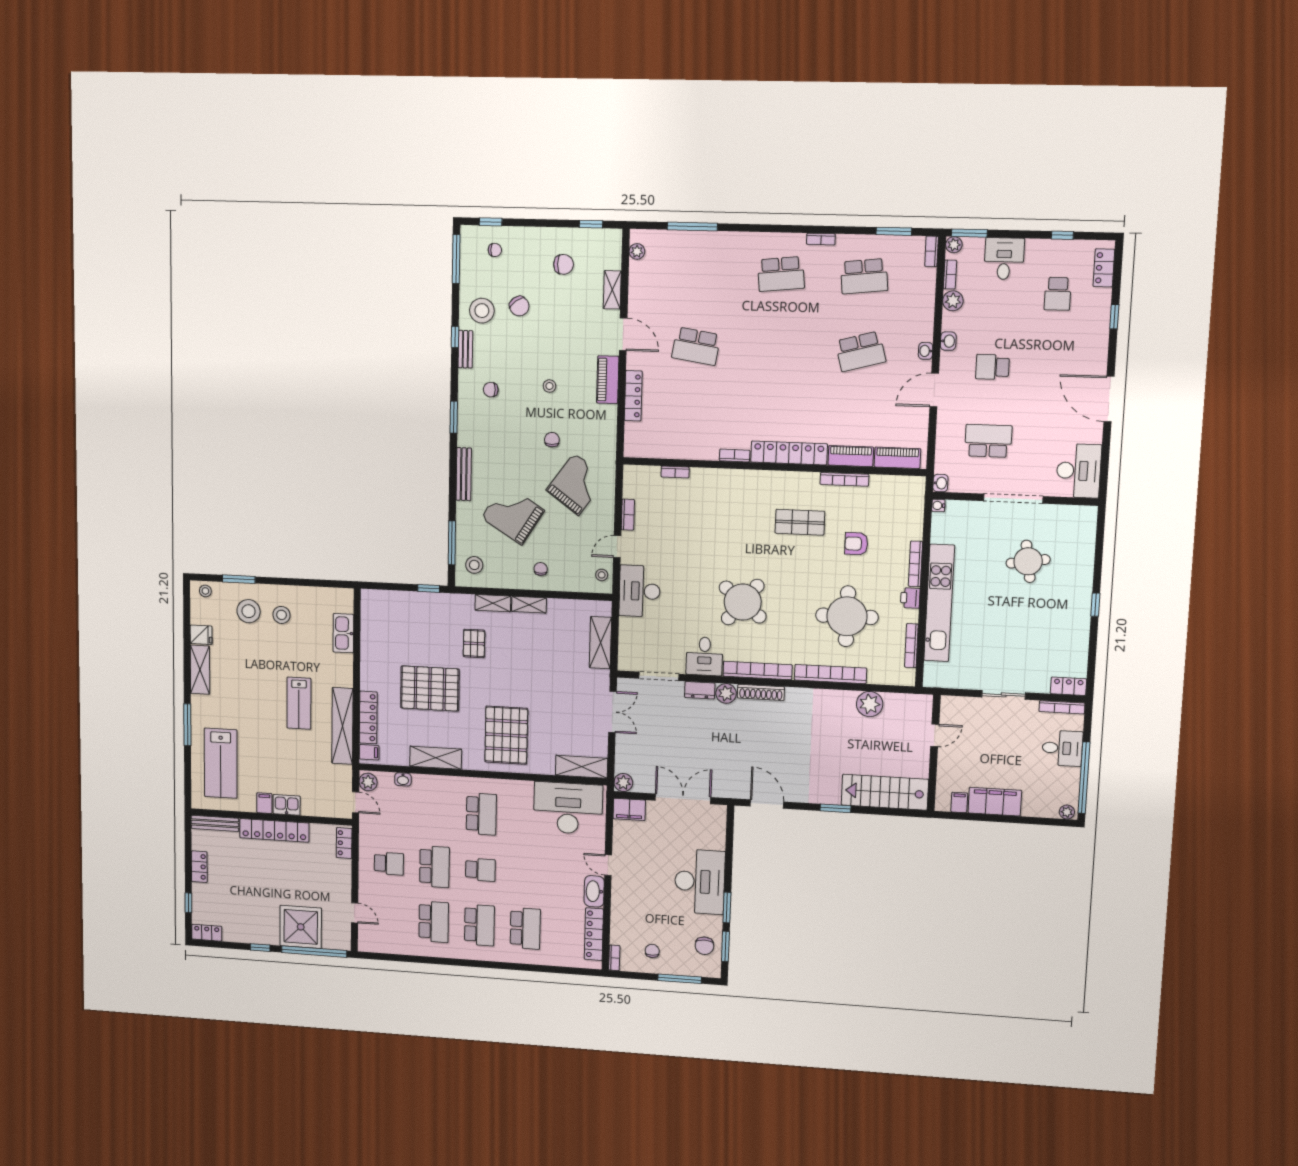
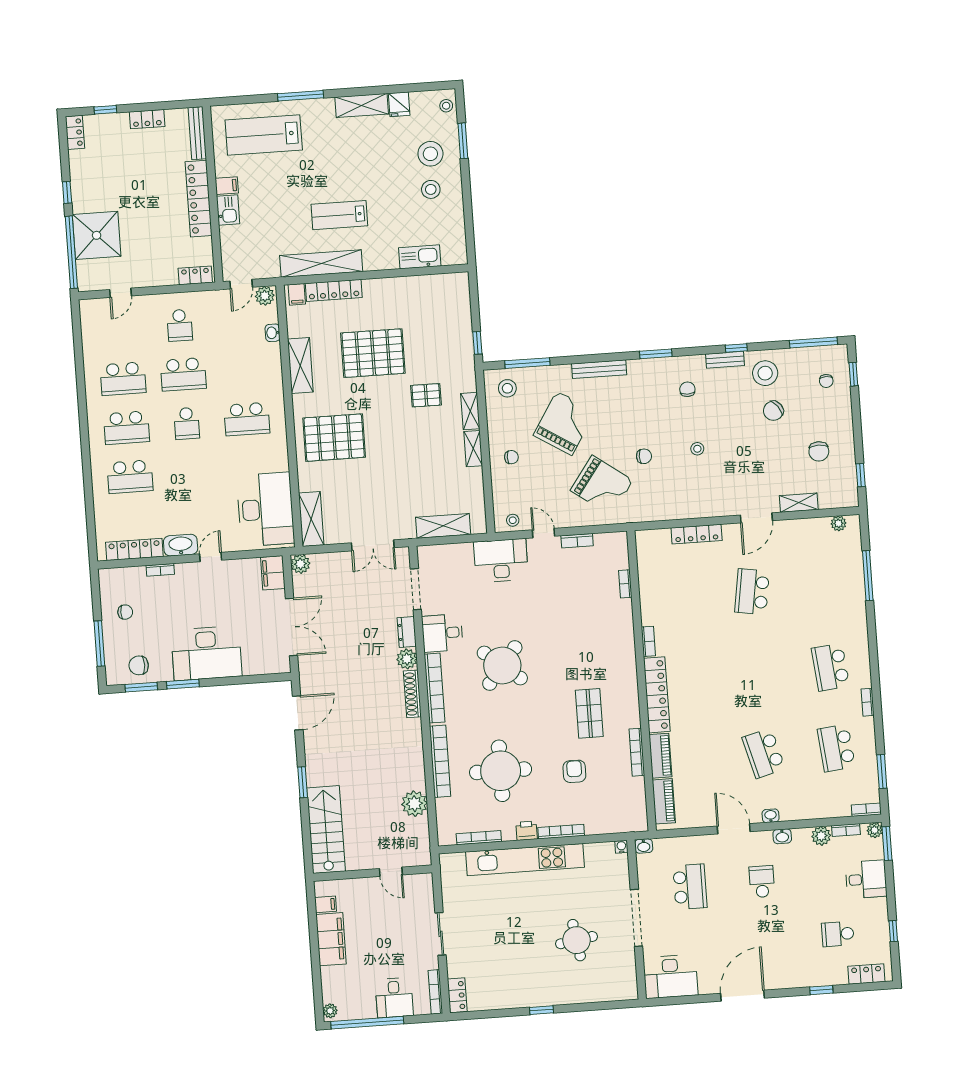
piano: (608, 380) -> (710, 507), removed
pallet: (430, 688) -> (373, 353), turned 90
bookcase: (614, 958) -> (160, 570), moved

